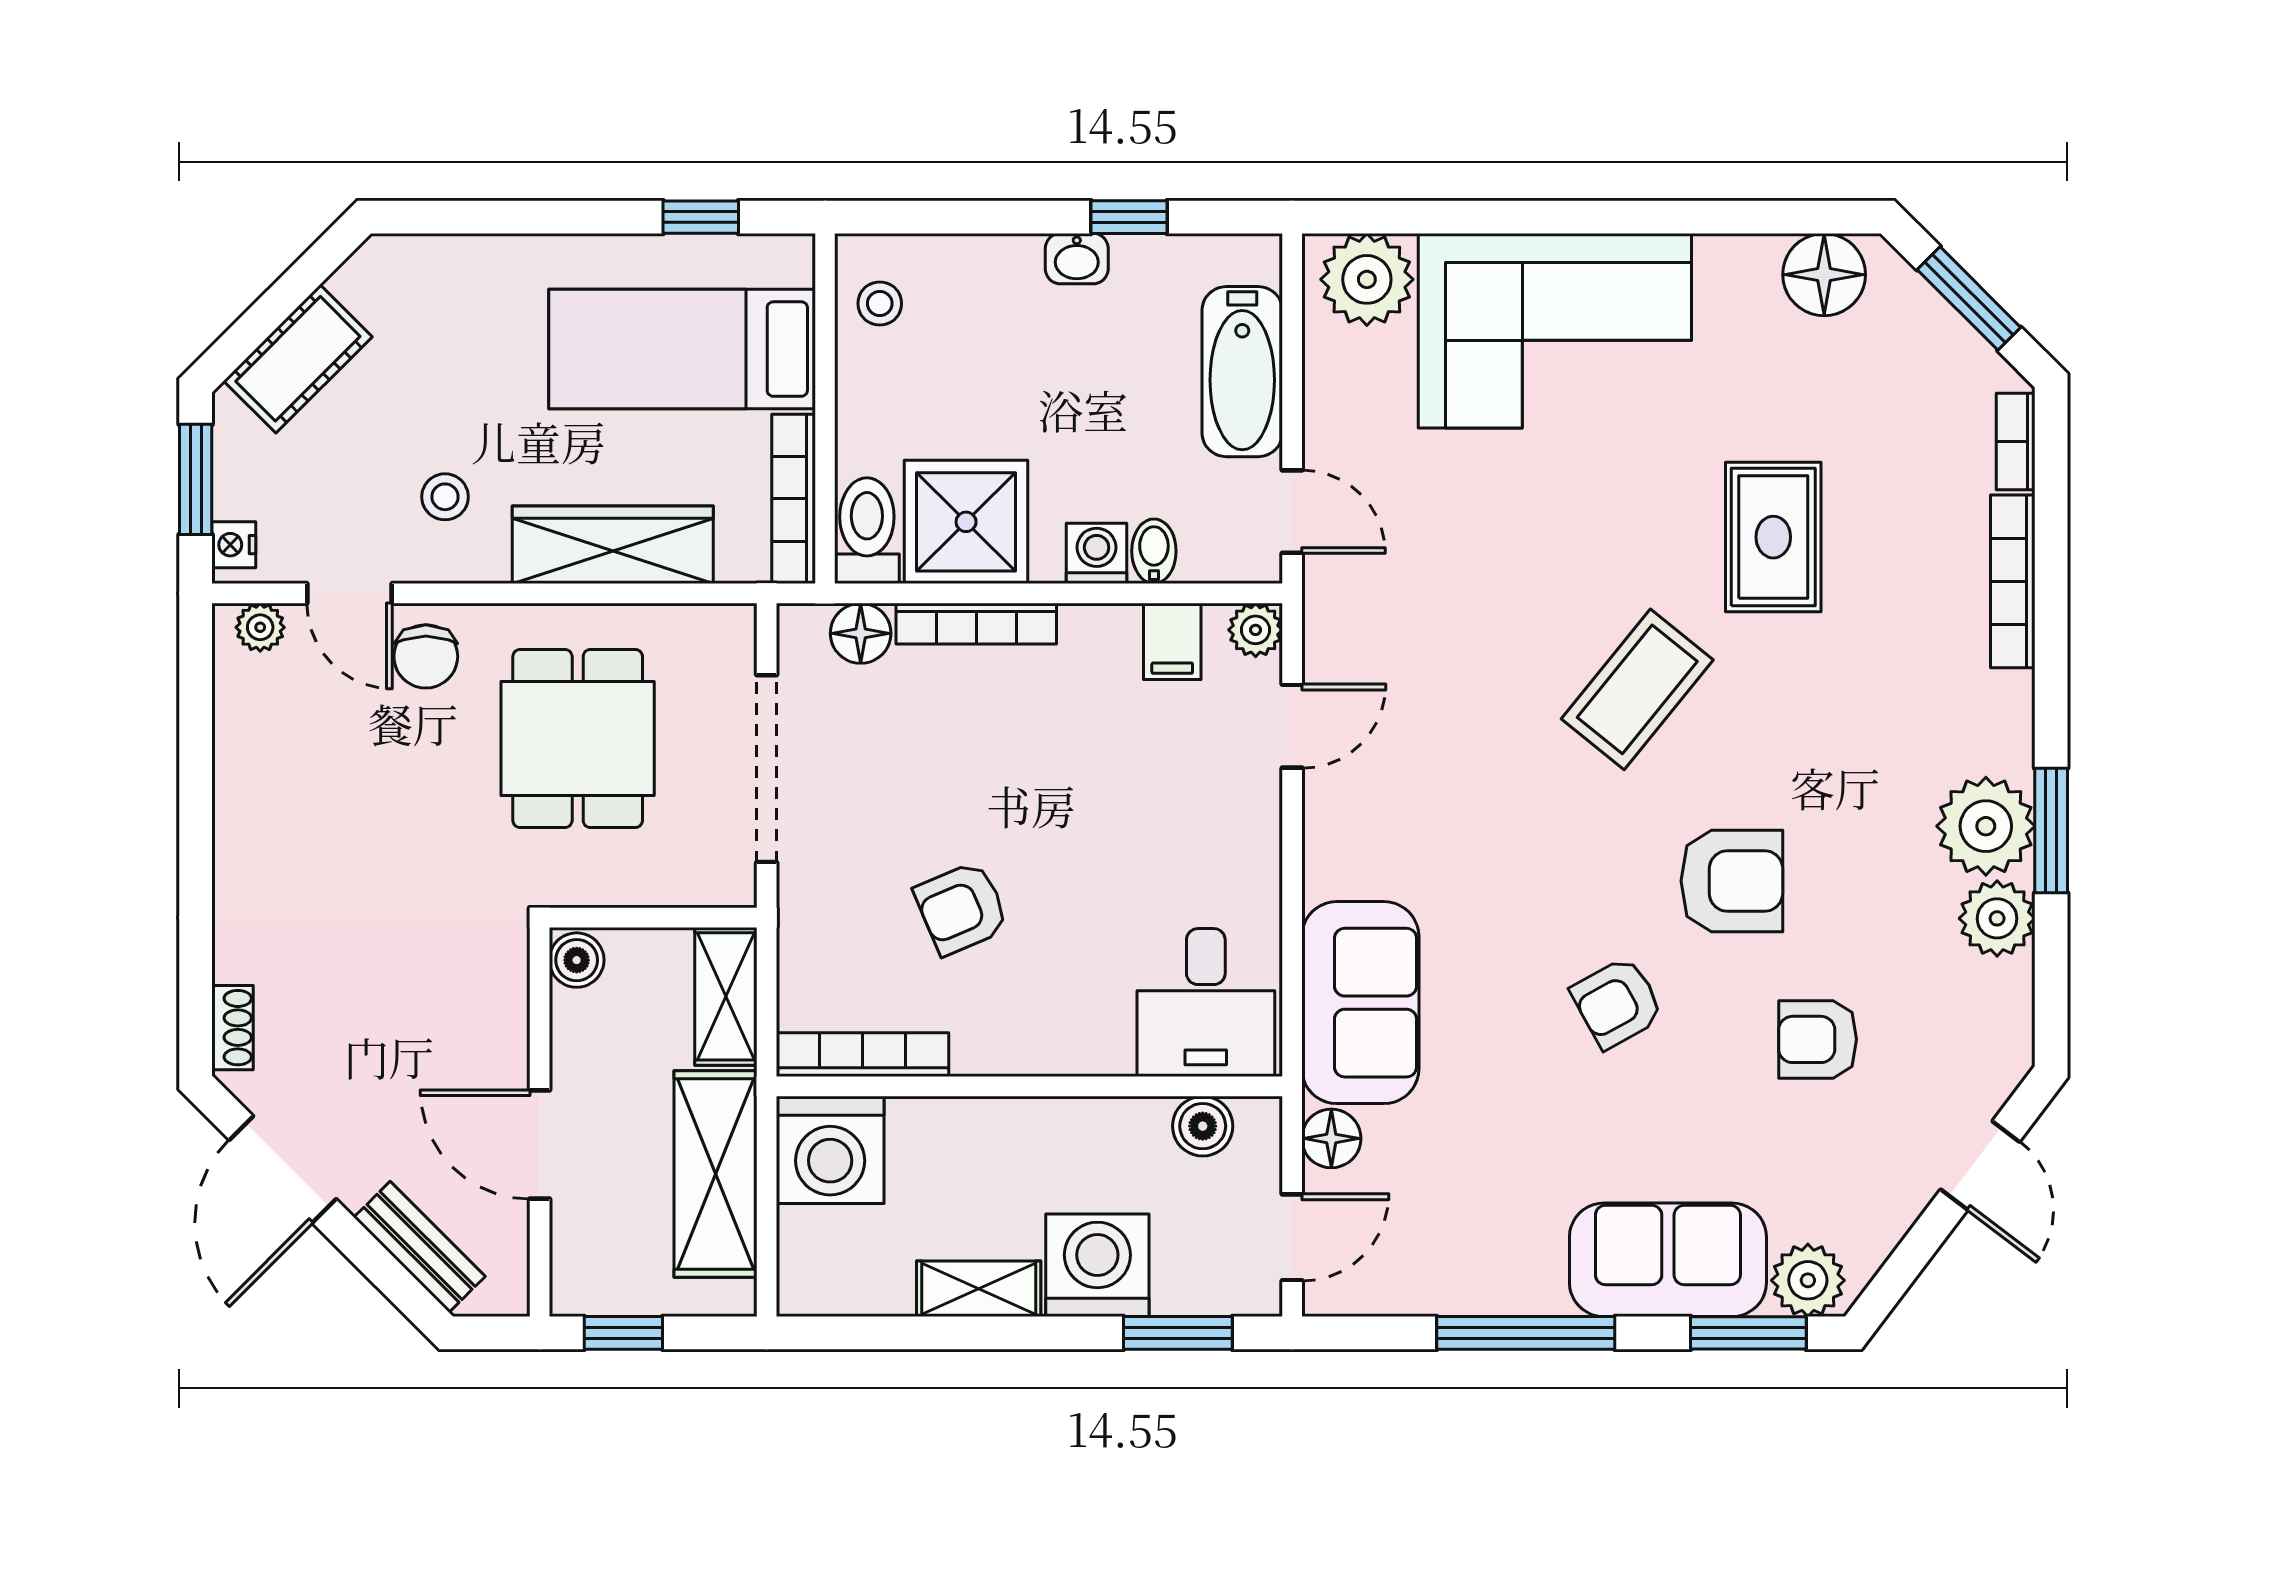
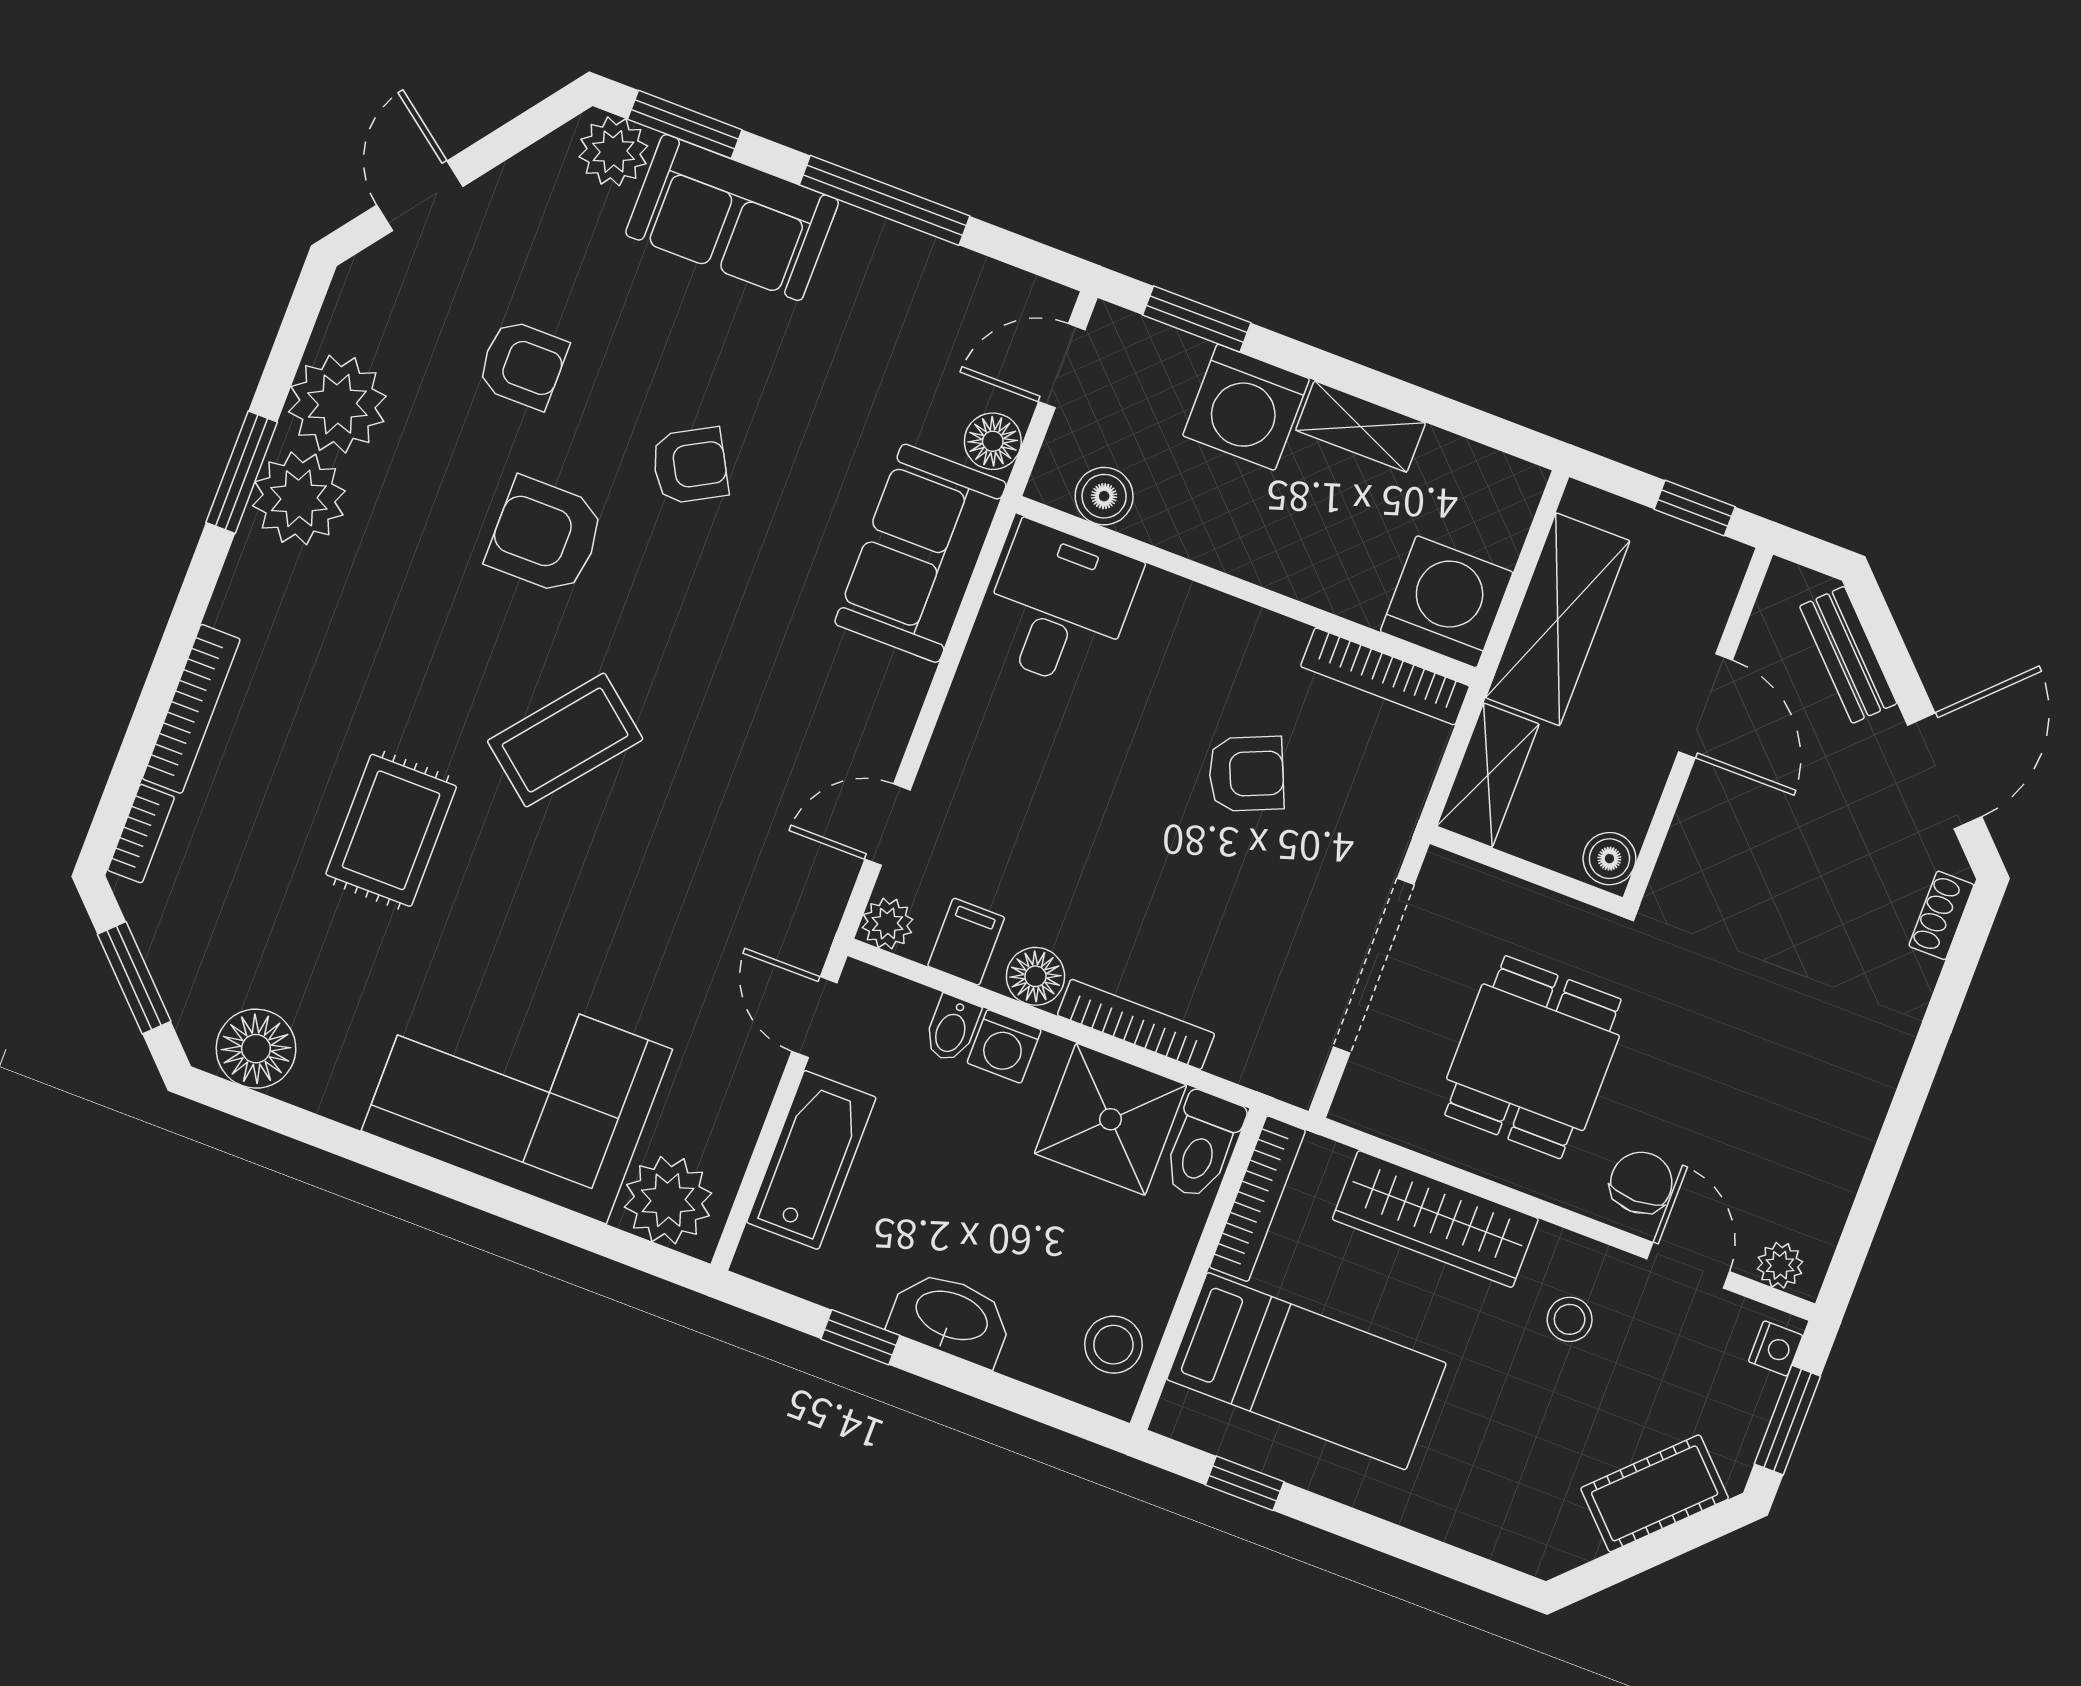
washbasin: (1077, 259) -> (951, 1317), width x1.91, depth x1.45
stool: (880, 303) -> (1113, 1345), width x1.37, depth x1.37
floor lamp: (861, 633) -> (1035, 976), moved
plant: (1997, 918) -> (337, 404), width x1.36, depth x1.36

